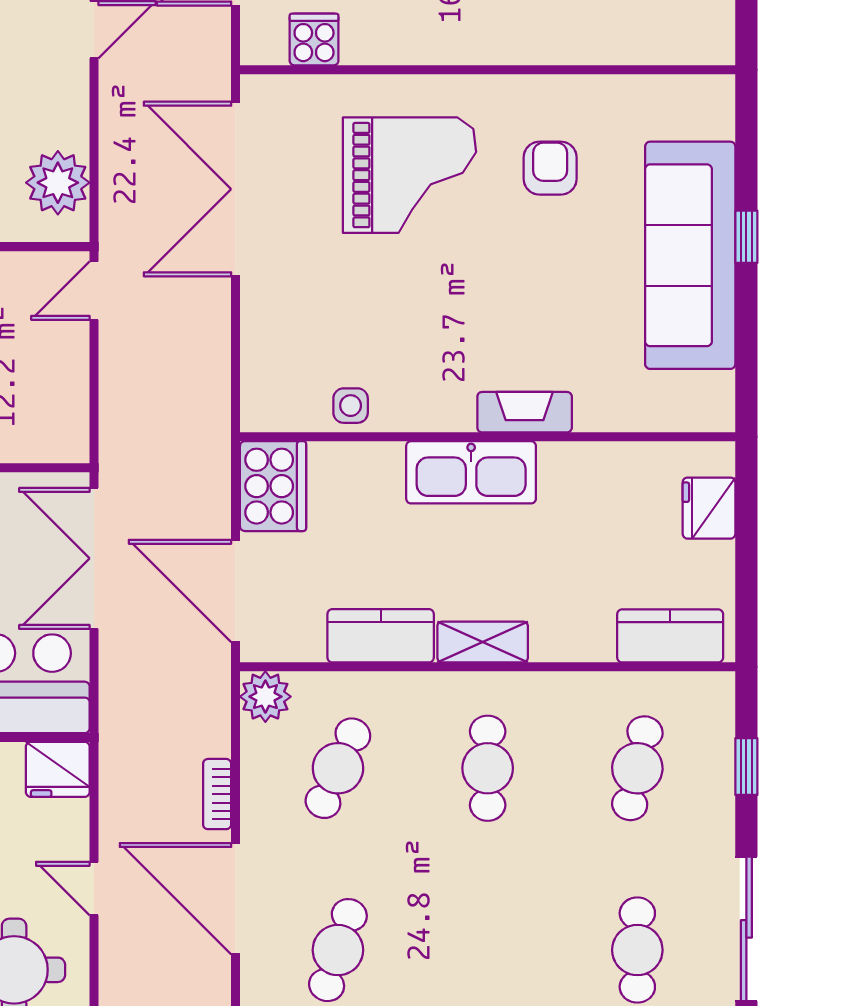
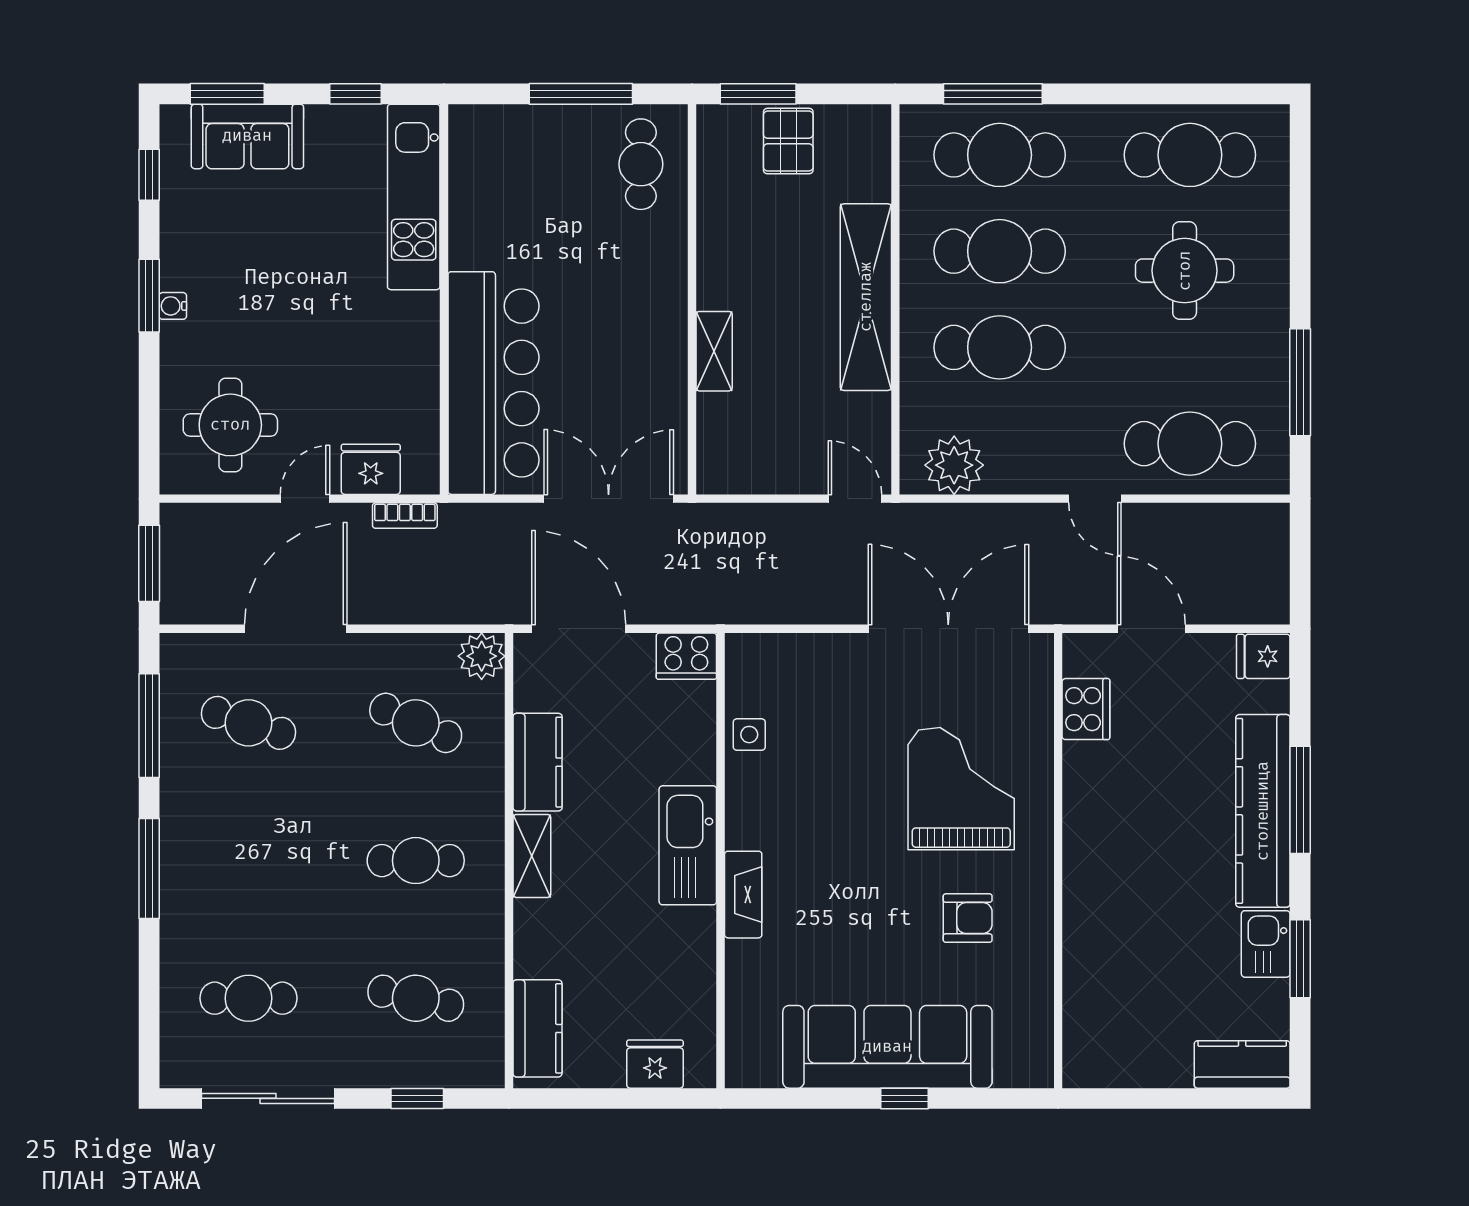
cooker: (314, 40) -> (1086, 709), width x1.36
grand piano: (409, 175) -> (961, 789), turned 180
cooker: (273, 486) -> (686, 656), width x0.73, depth x0.76
door: (236, 591) -> (579, 629), hinge flipped
fridge: (58, 769) -> (371, 469), moved, turned 90
bookcase: (217, 794) -> (405, 516), moved, turned 180

